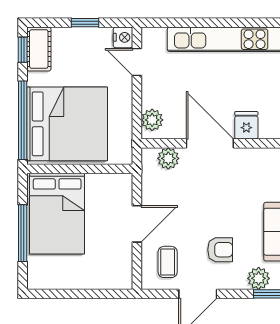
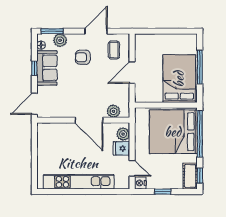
fridge: (246, 125) -> (121, 148), moved, turned 90

